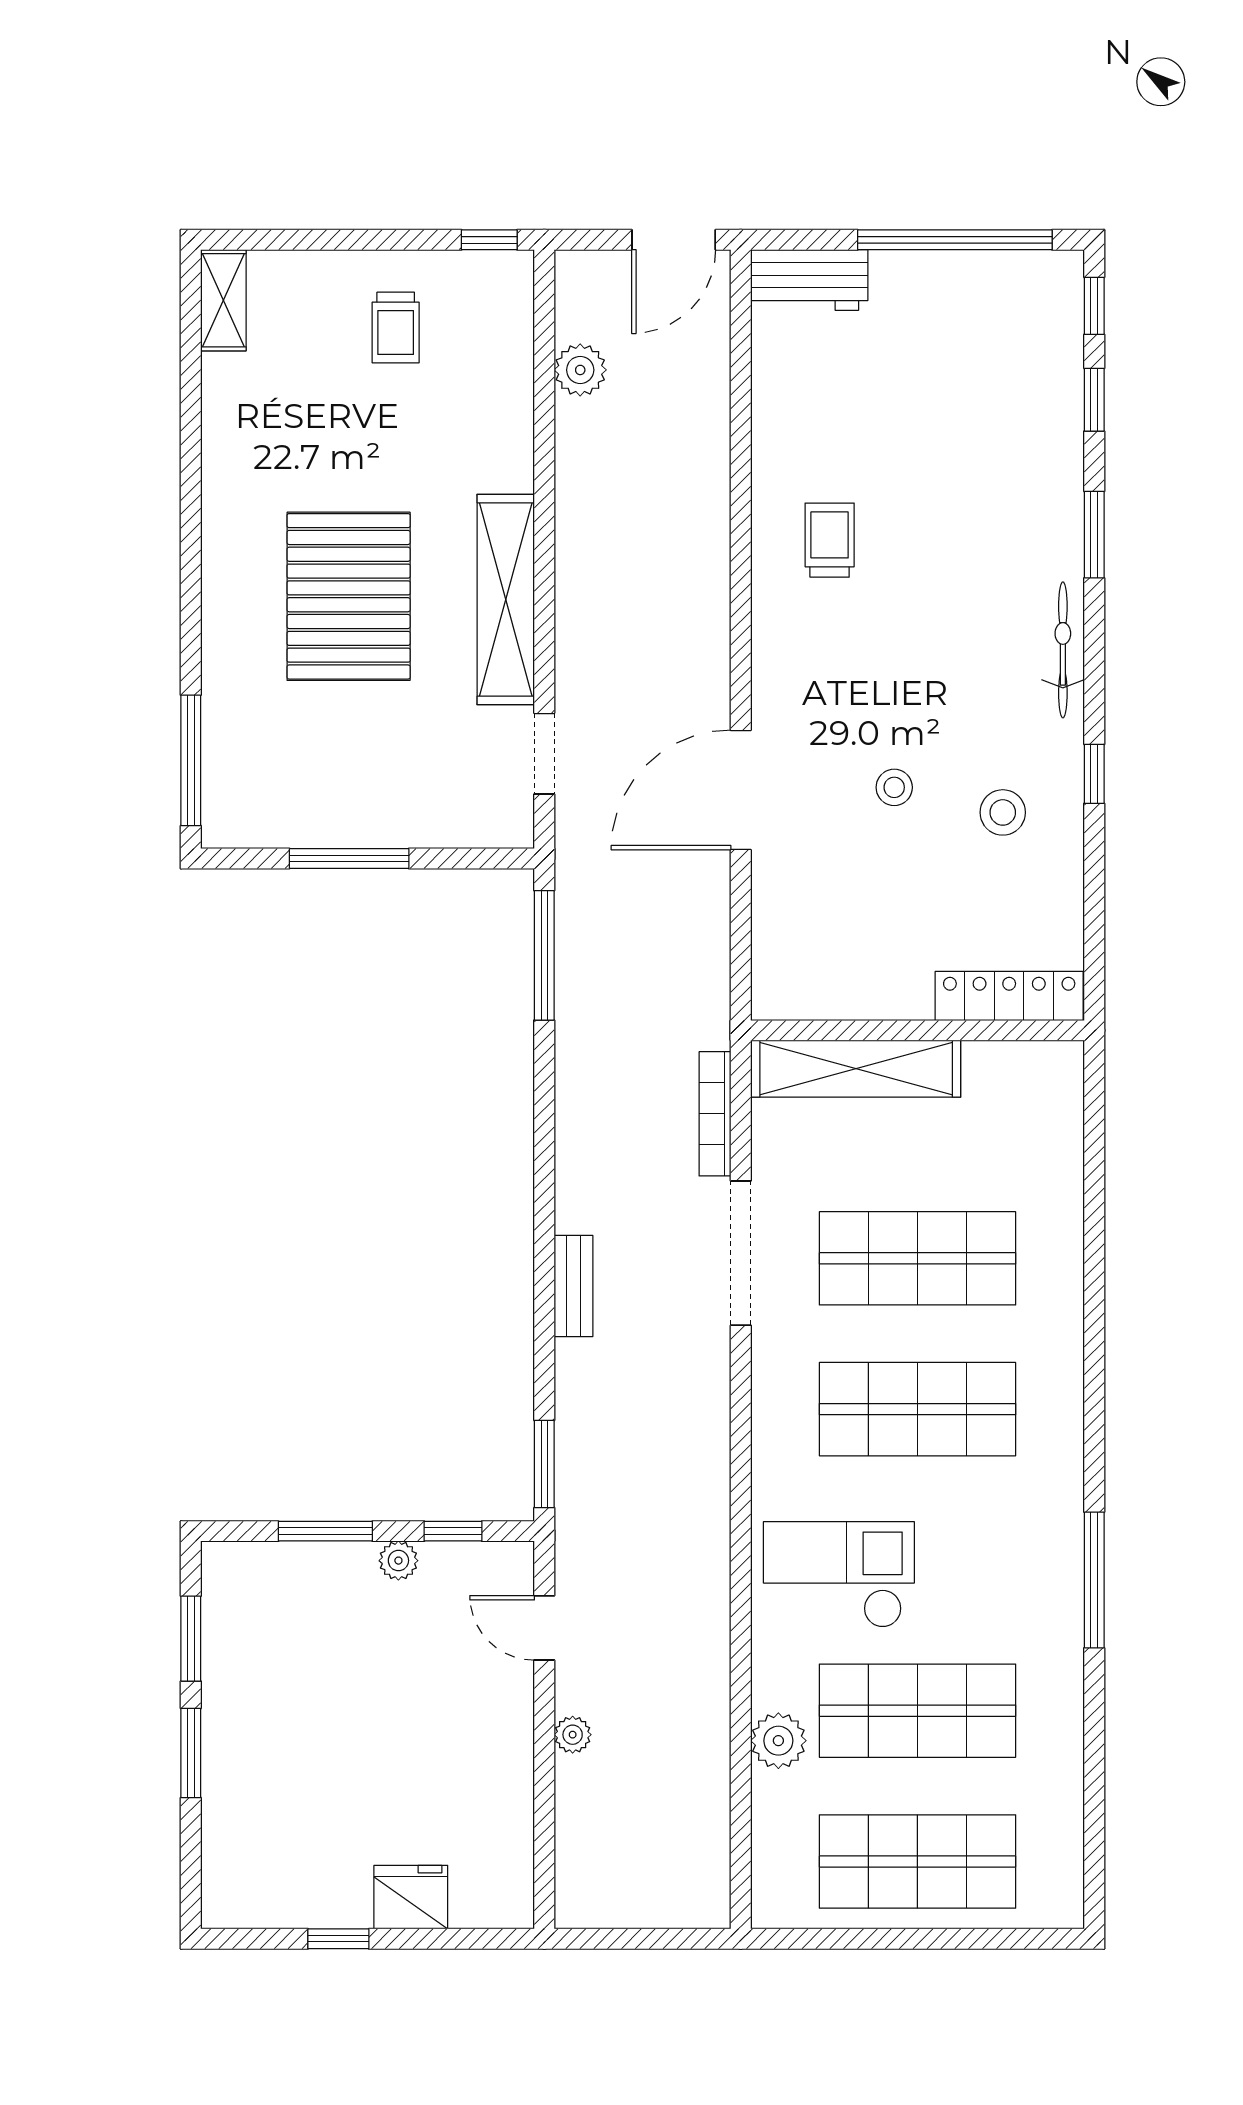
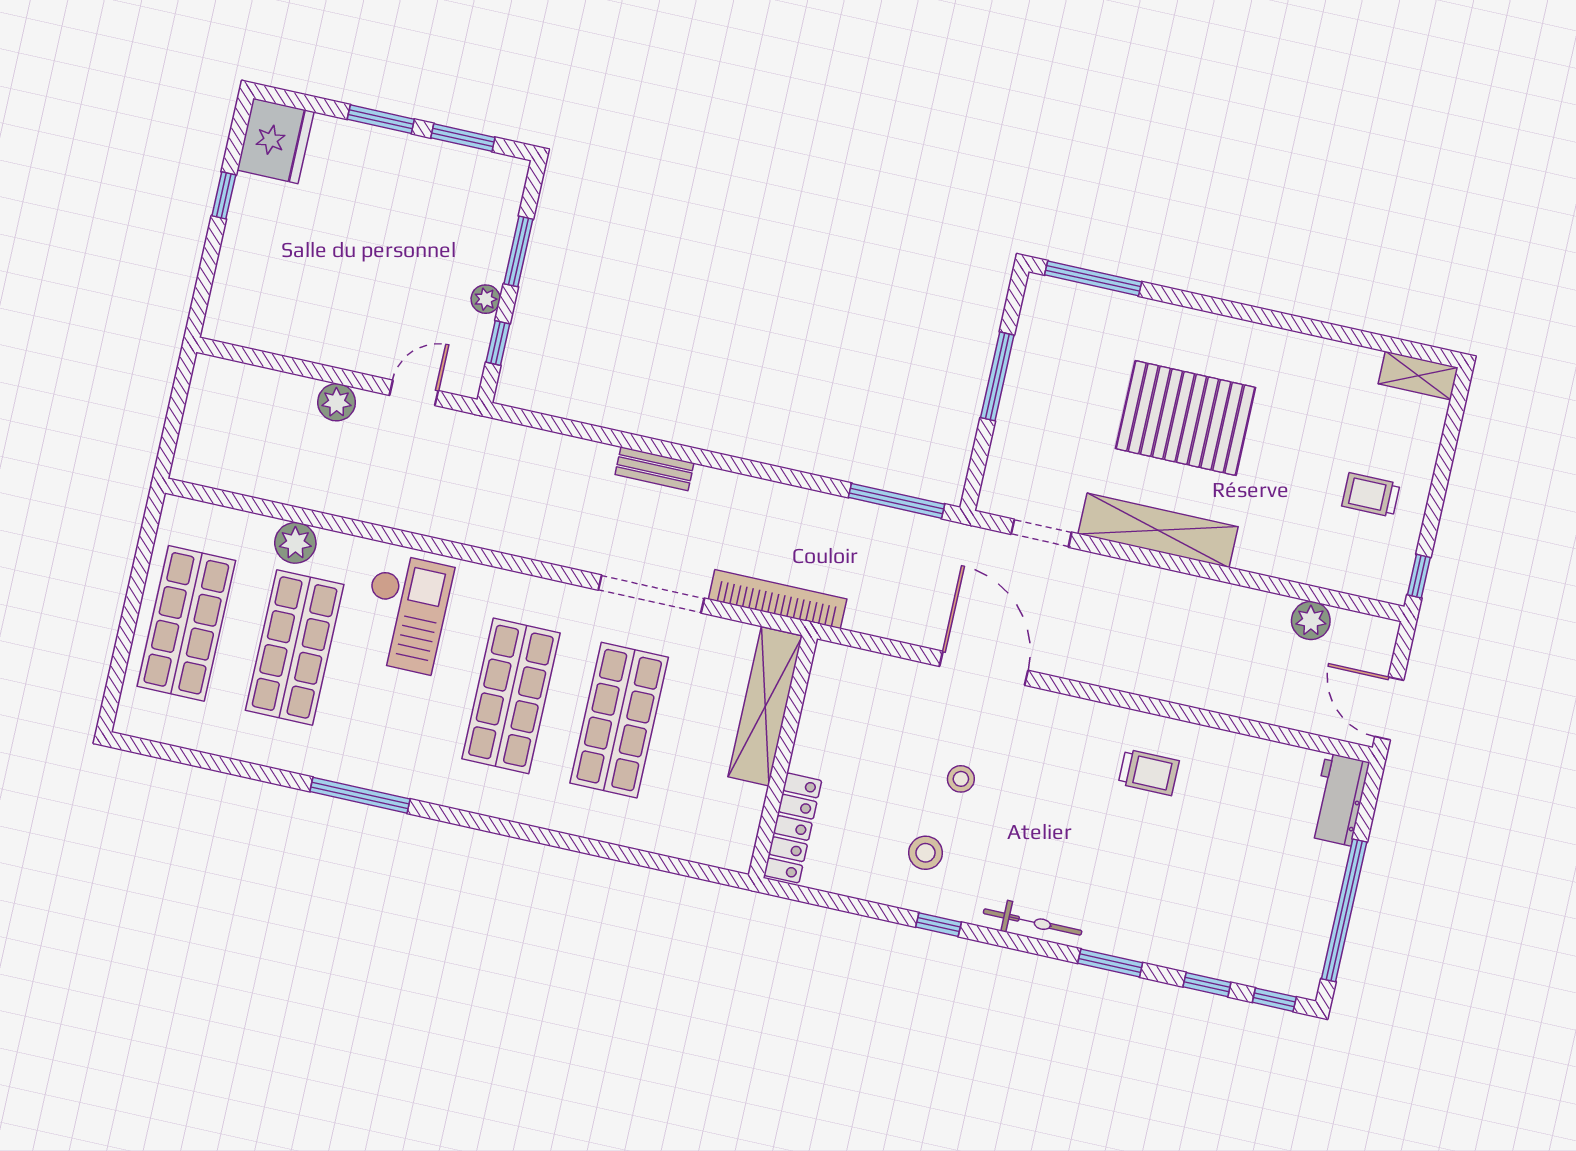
bookcase: (715, 1114) -> (778, 599), width x1.48, depth x1.31
window: (544, 1464) -> (532, 419), removed
plant: (573, 1735) -> (337, 402), width x1.38, depth x1.38
fridge: (411, 1897) -> (275, 141), moved, width x1.36, depth x1.34

